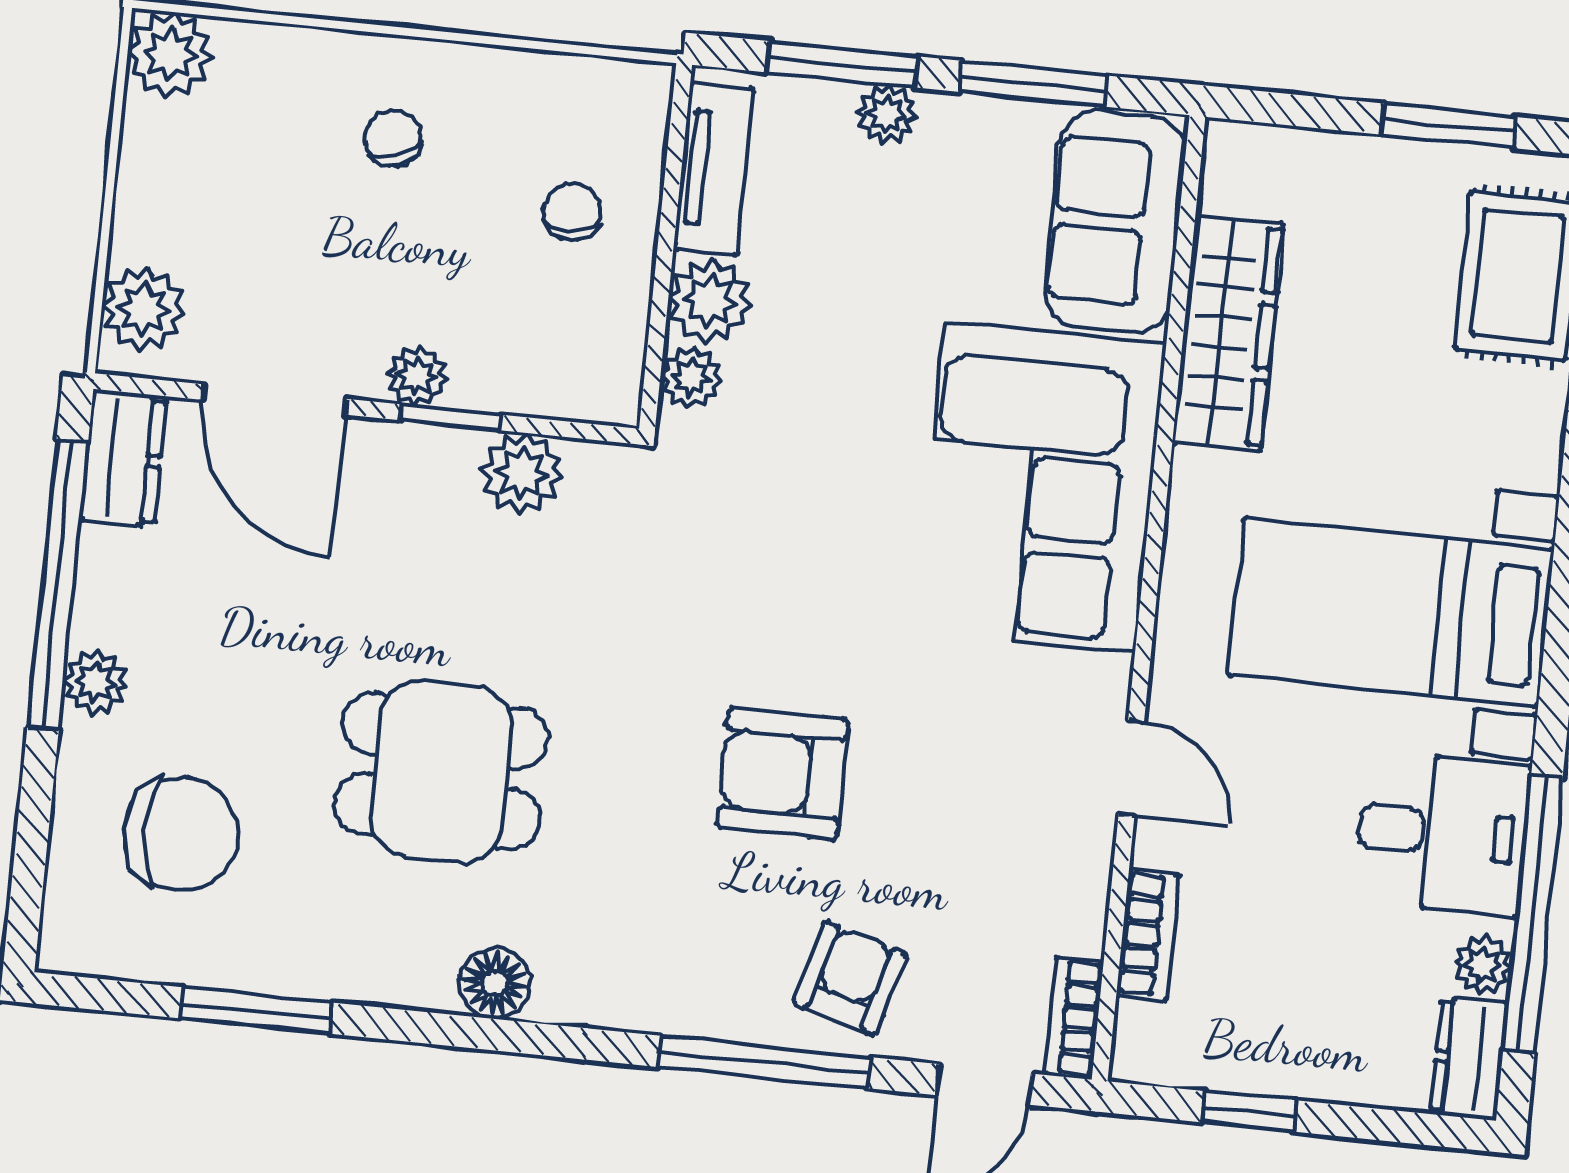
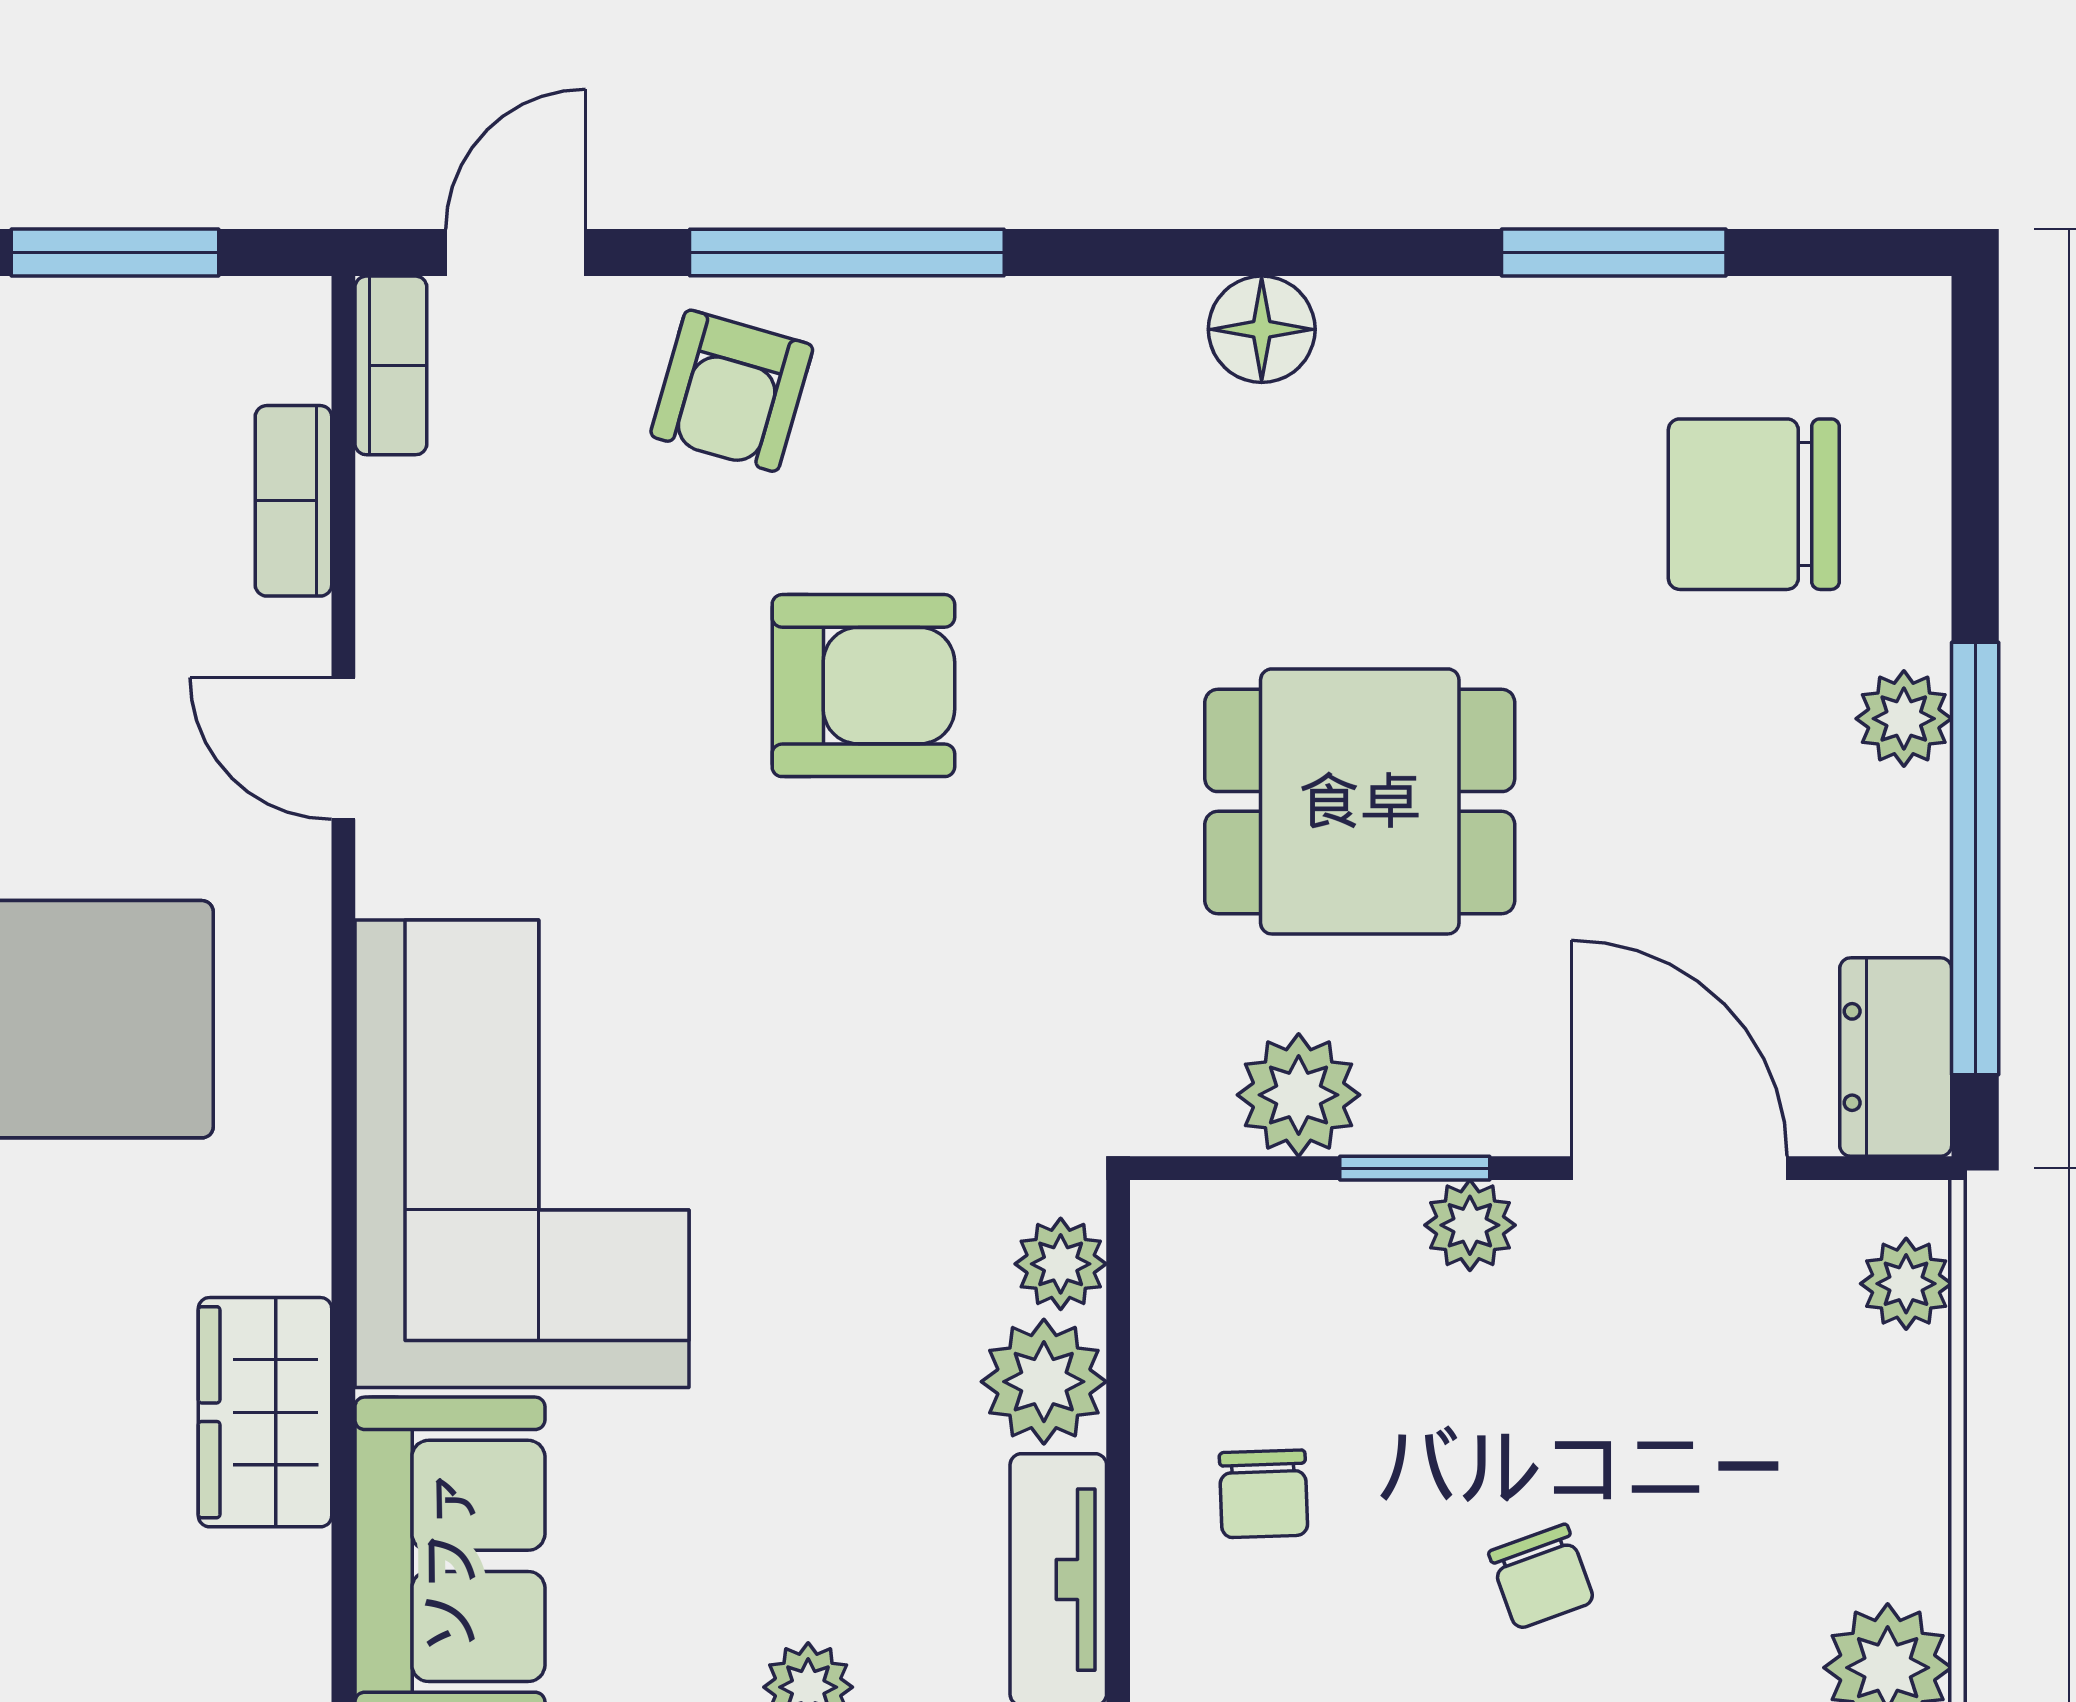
plant: (143, 309) -> (1906, 1284), width x0.73, depth x0.73
wardrobe: (1228, 333) -> (265, 1412), width x0.67
dining table: (441, 771) -> (1360, 801), moved
window: (1249, 1111) -> (115, 252), width x1.50

